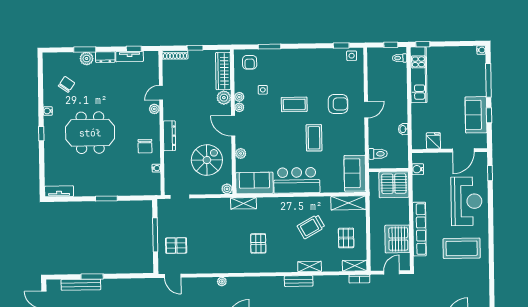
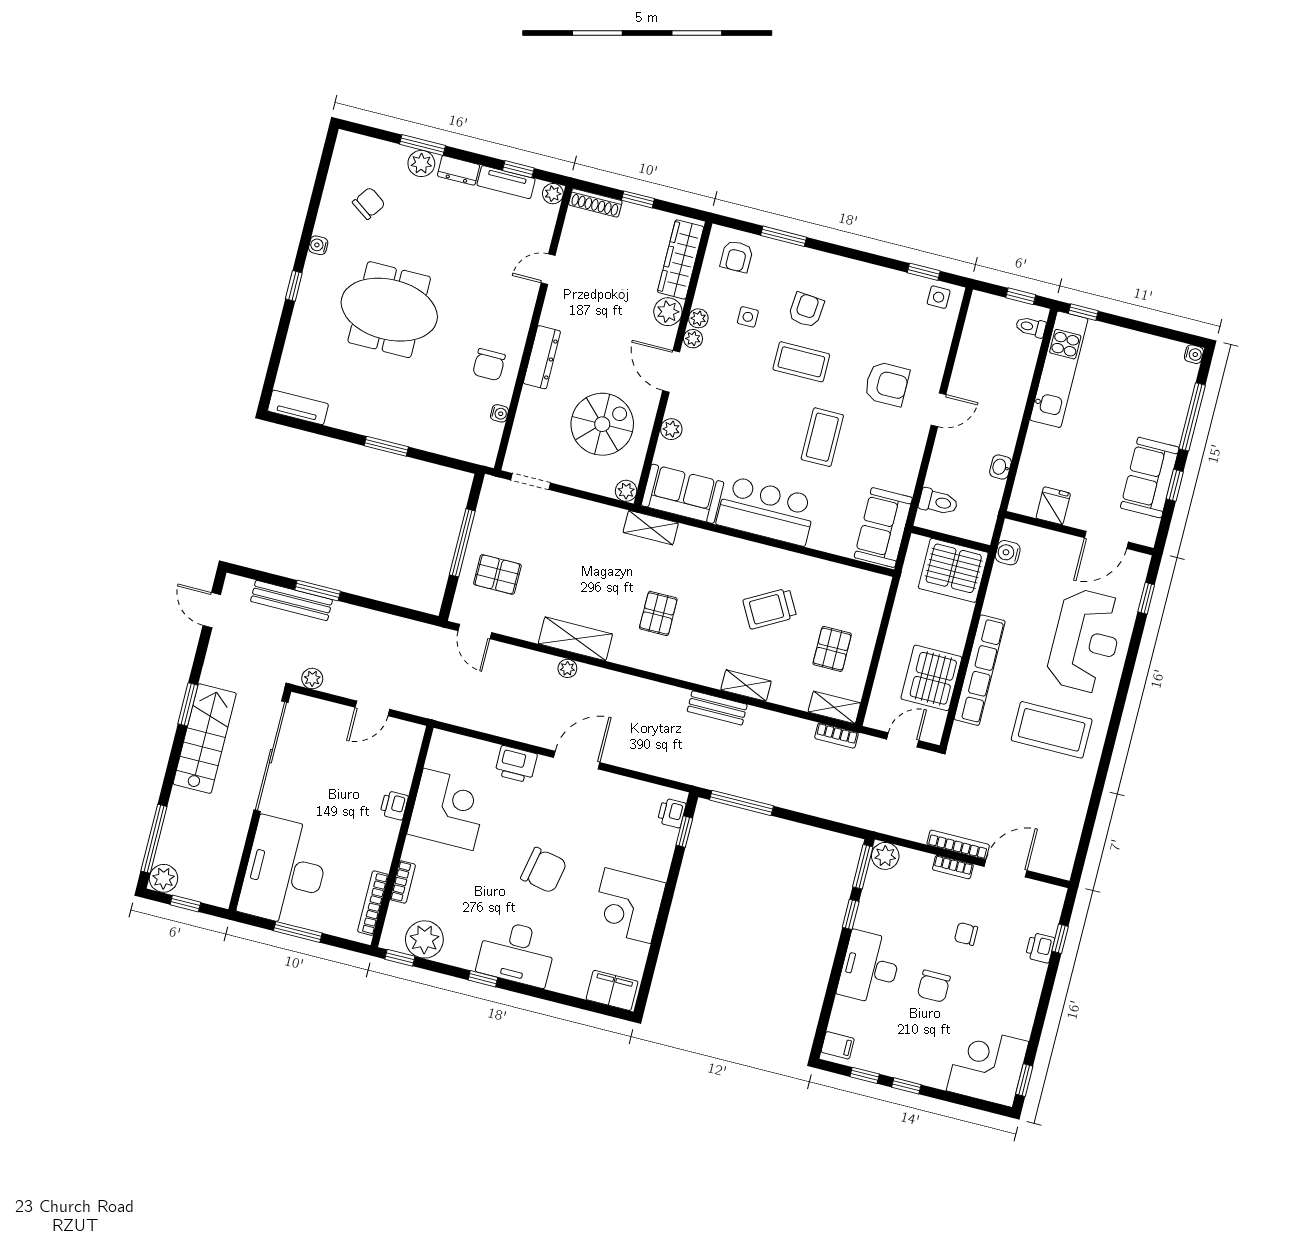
armchair: (290, 79) -> (806, 310), added
plant: (154, 109) -> (553, 194), moved
shelving: (348, 203) -> (575, 639), moved

